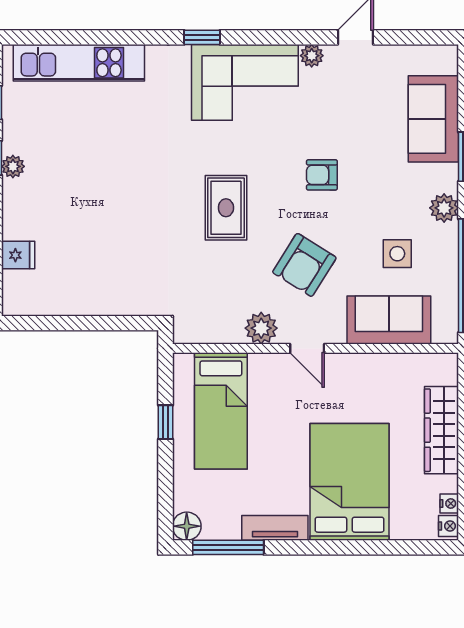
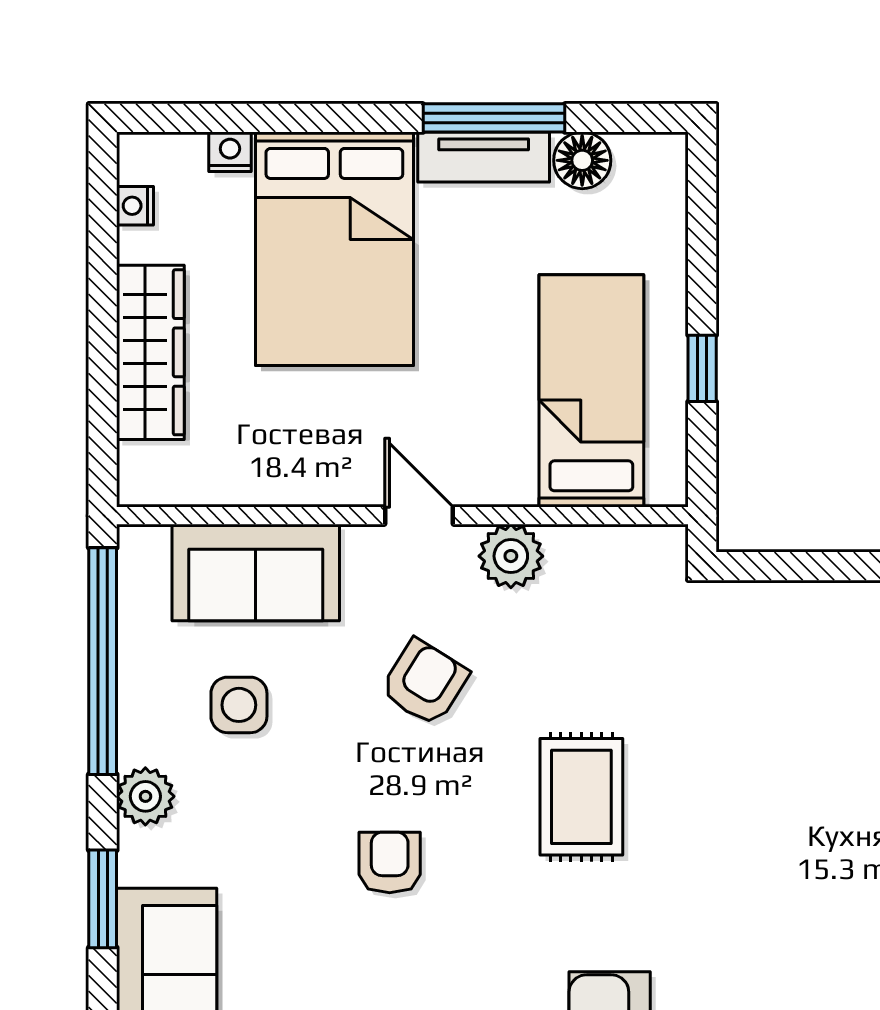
armchair: (322, 175) -> (390, 862), turned -90
armchair: (304, 265) -> (425, 683), width x0.72, depth x0.72
floor lamp: (187, 526) -> (582, 160), moved
nightstand: (448, 526) -> (230, 152), moved, turned 90
window: (228, 547) -> (494, 118), moved

